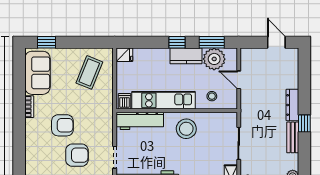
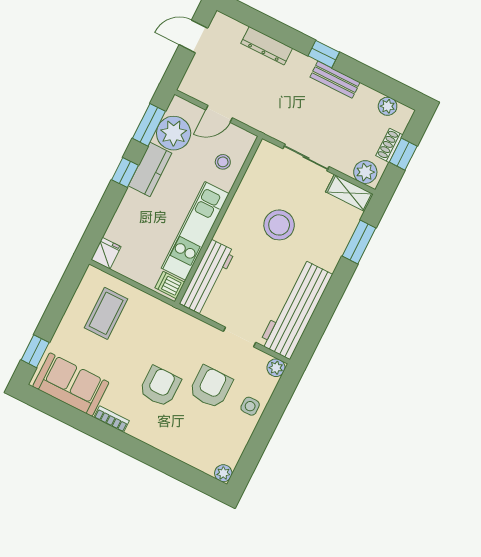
coffee table: (89, 72) -> (106, 313), turned 68
dresser: (292, 105) -> (267, 46), moved
stool: (186, 129) -> (279, 225), moved

